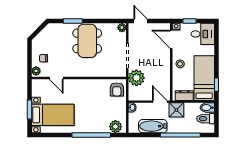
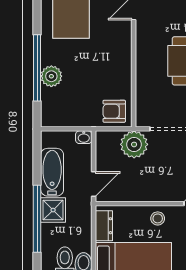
shower: (176, 110) -> (53, 210), moved
plant: (115, 127) -> (51, 76), moved

